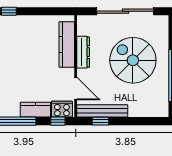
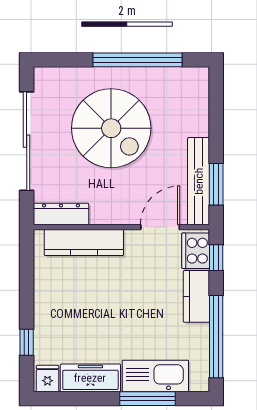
dresser: (83, 52) -> (61, 214), moved
spiral stairs: (133, 60) -> (111, 128), turned -90
window: (100, 121) -> (216, 184), width x1.50

